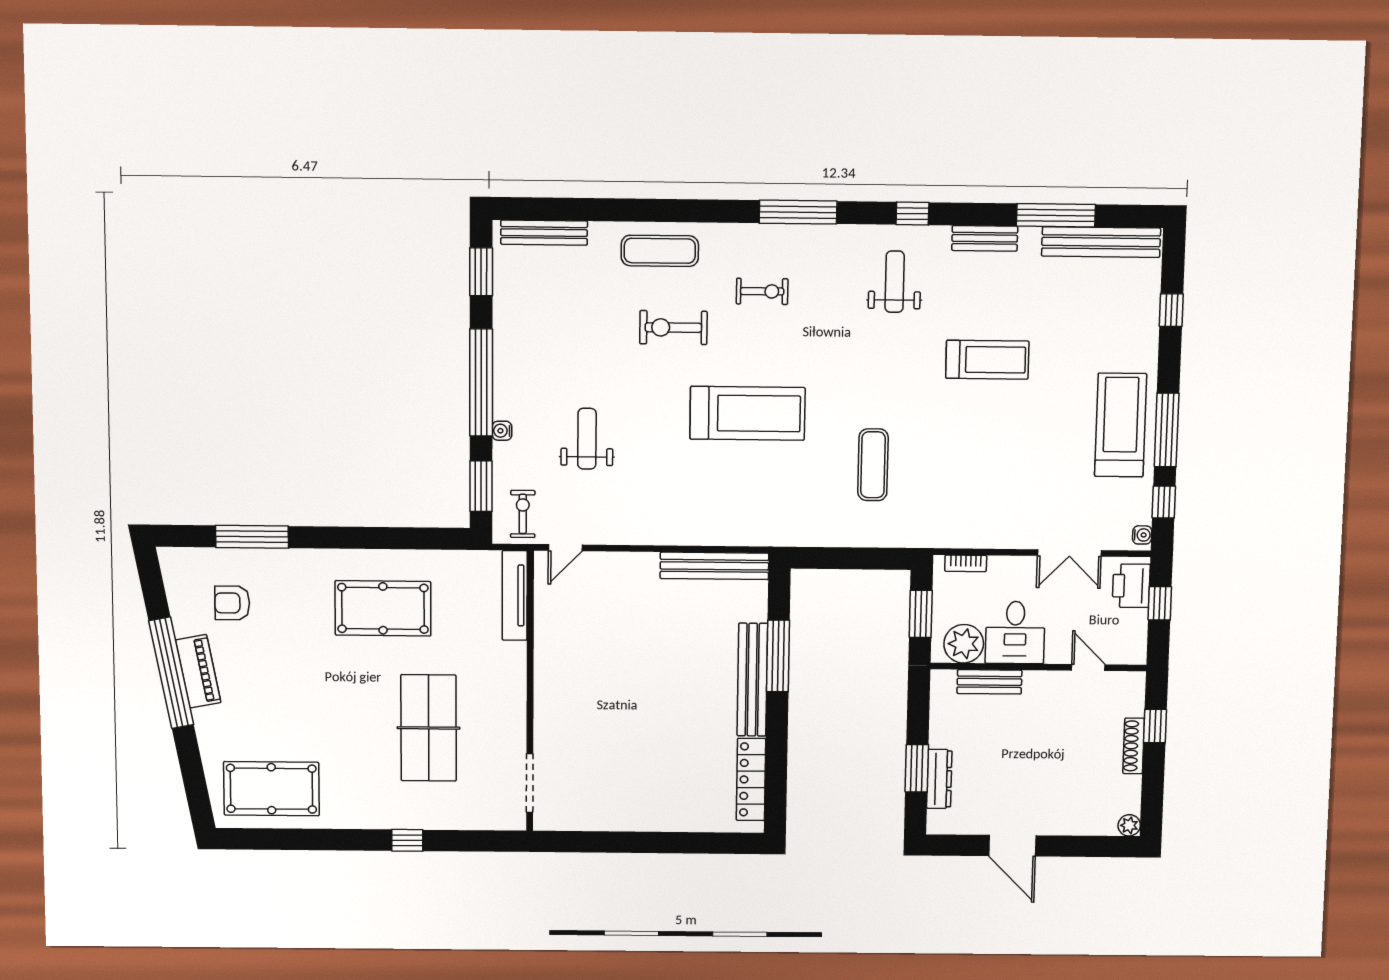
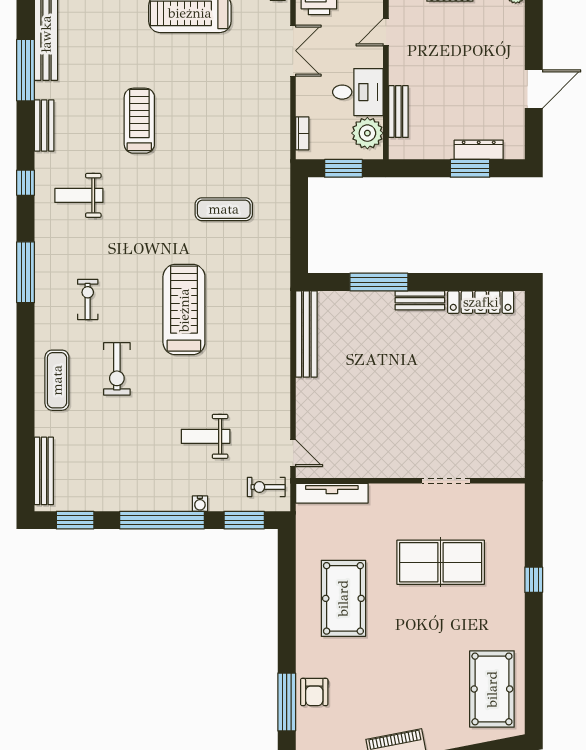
armchair: (232, 603) -> (314, 692), moved
bench: (752, 680) -> (420, 300), width x0.54, depth x0.82
doorway: (530, 783) -> (446, 481), moved

